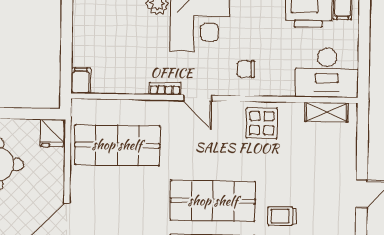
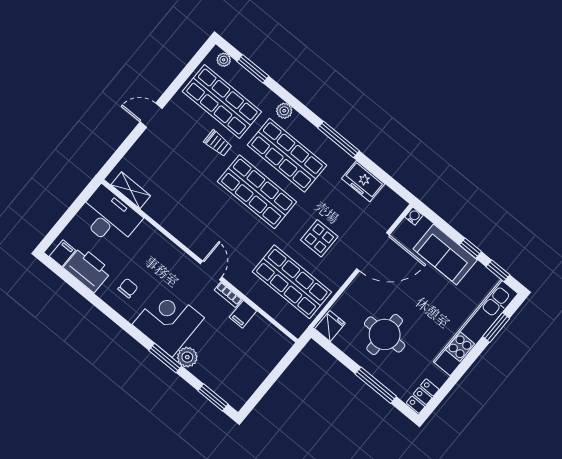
chair: (246, 69) -> (128, 288), moved, turned -90
filing cabinet: (81, 81) -> (243, 314), moved
display table: (262, 123) -> (319, 238), moved

